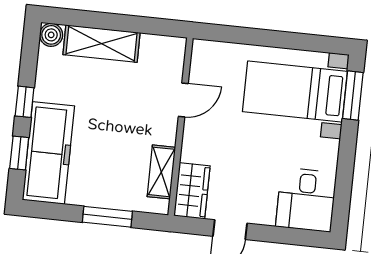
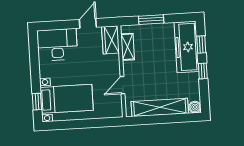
shelving: (101, 44) -> (160, 107), width x1.47
window: (353, 96) -> (37, 102), width x0.67
desk: (306, 200) -> (57, 45), width x1.37

